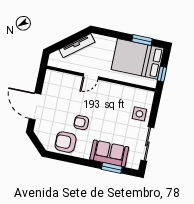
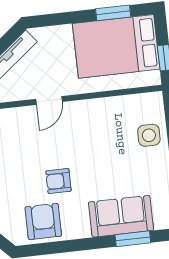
armchair: (66, 142) -> (43, 221), turned 90

